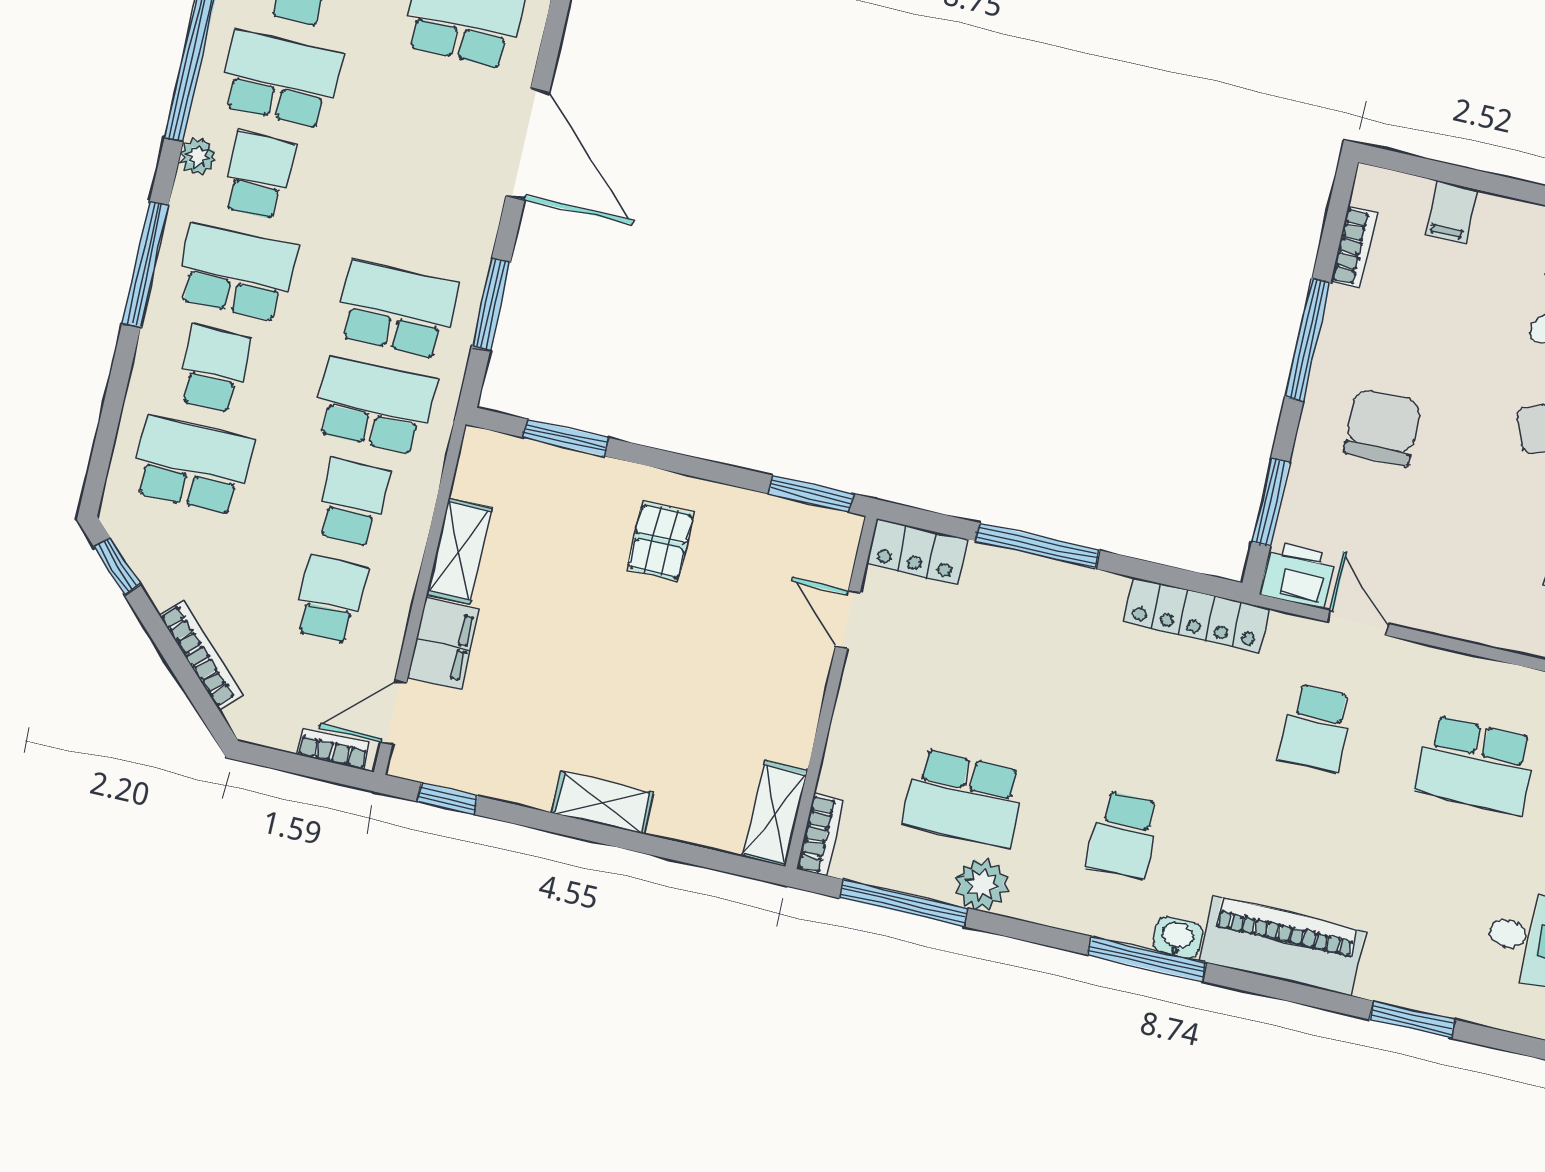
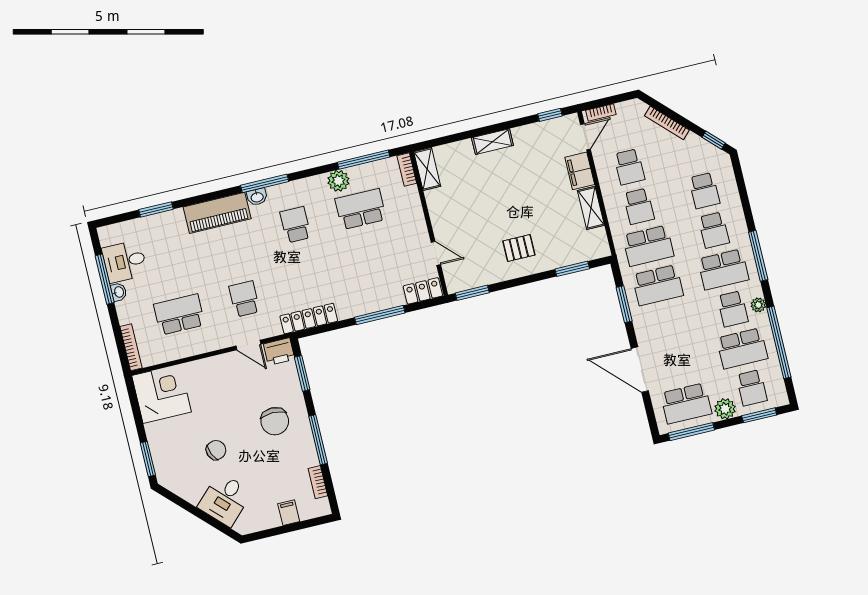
school desk: (192, 465) -> (704, 191), width x0.54
pallet: (660, 541) -> (519, 248), turned 90

